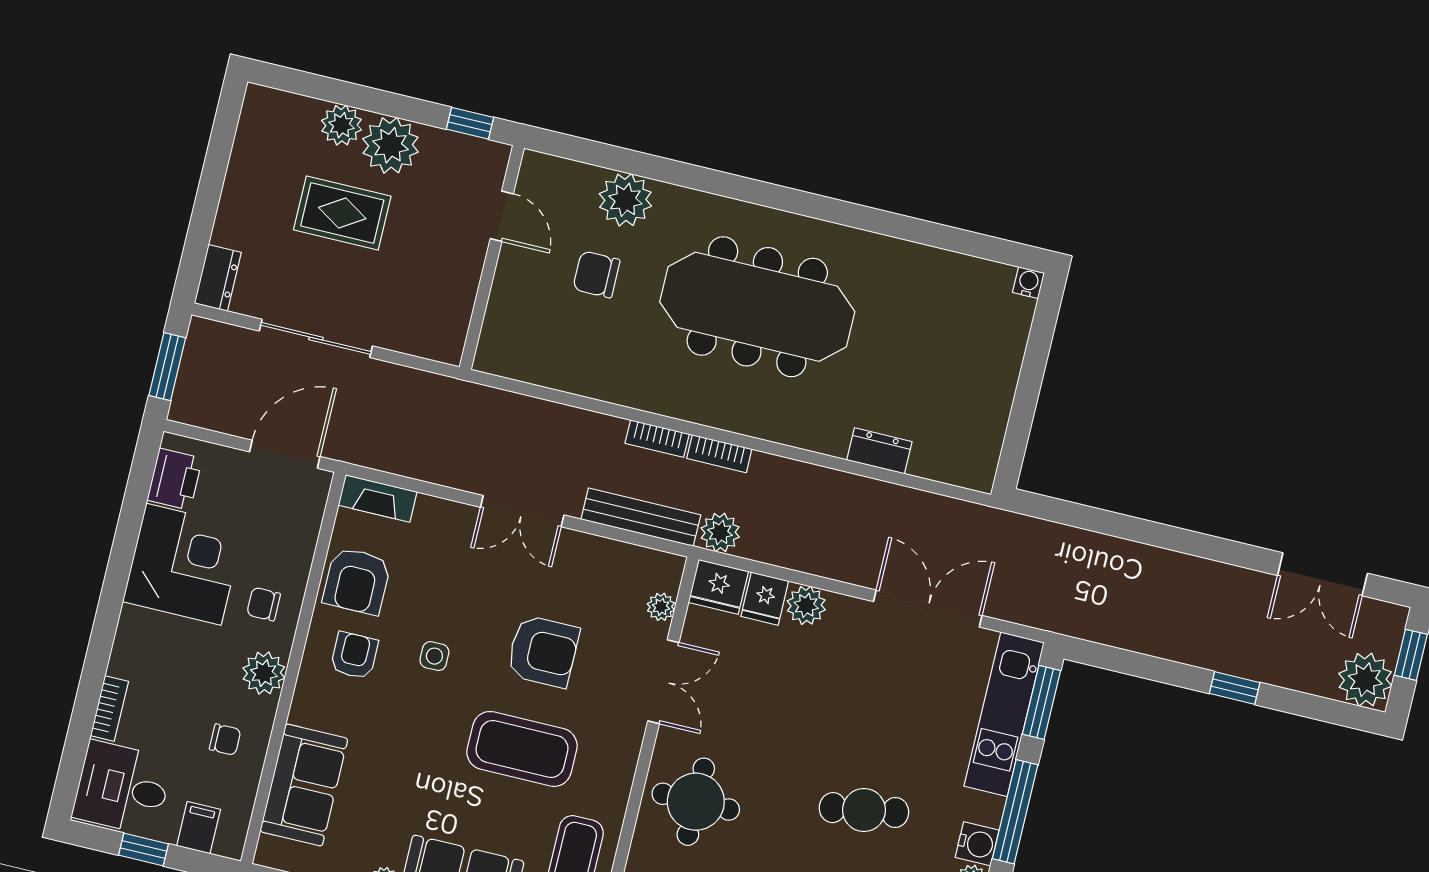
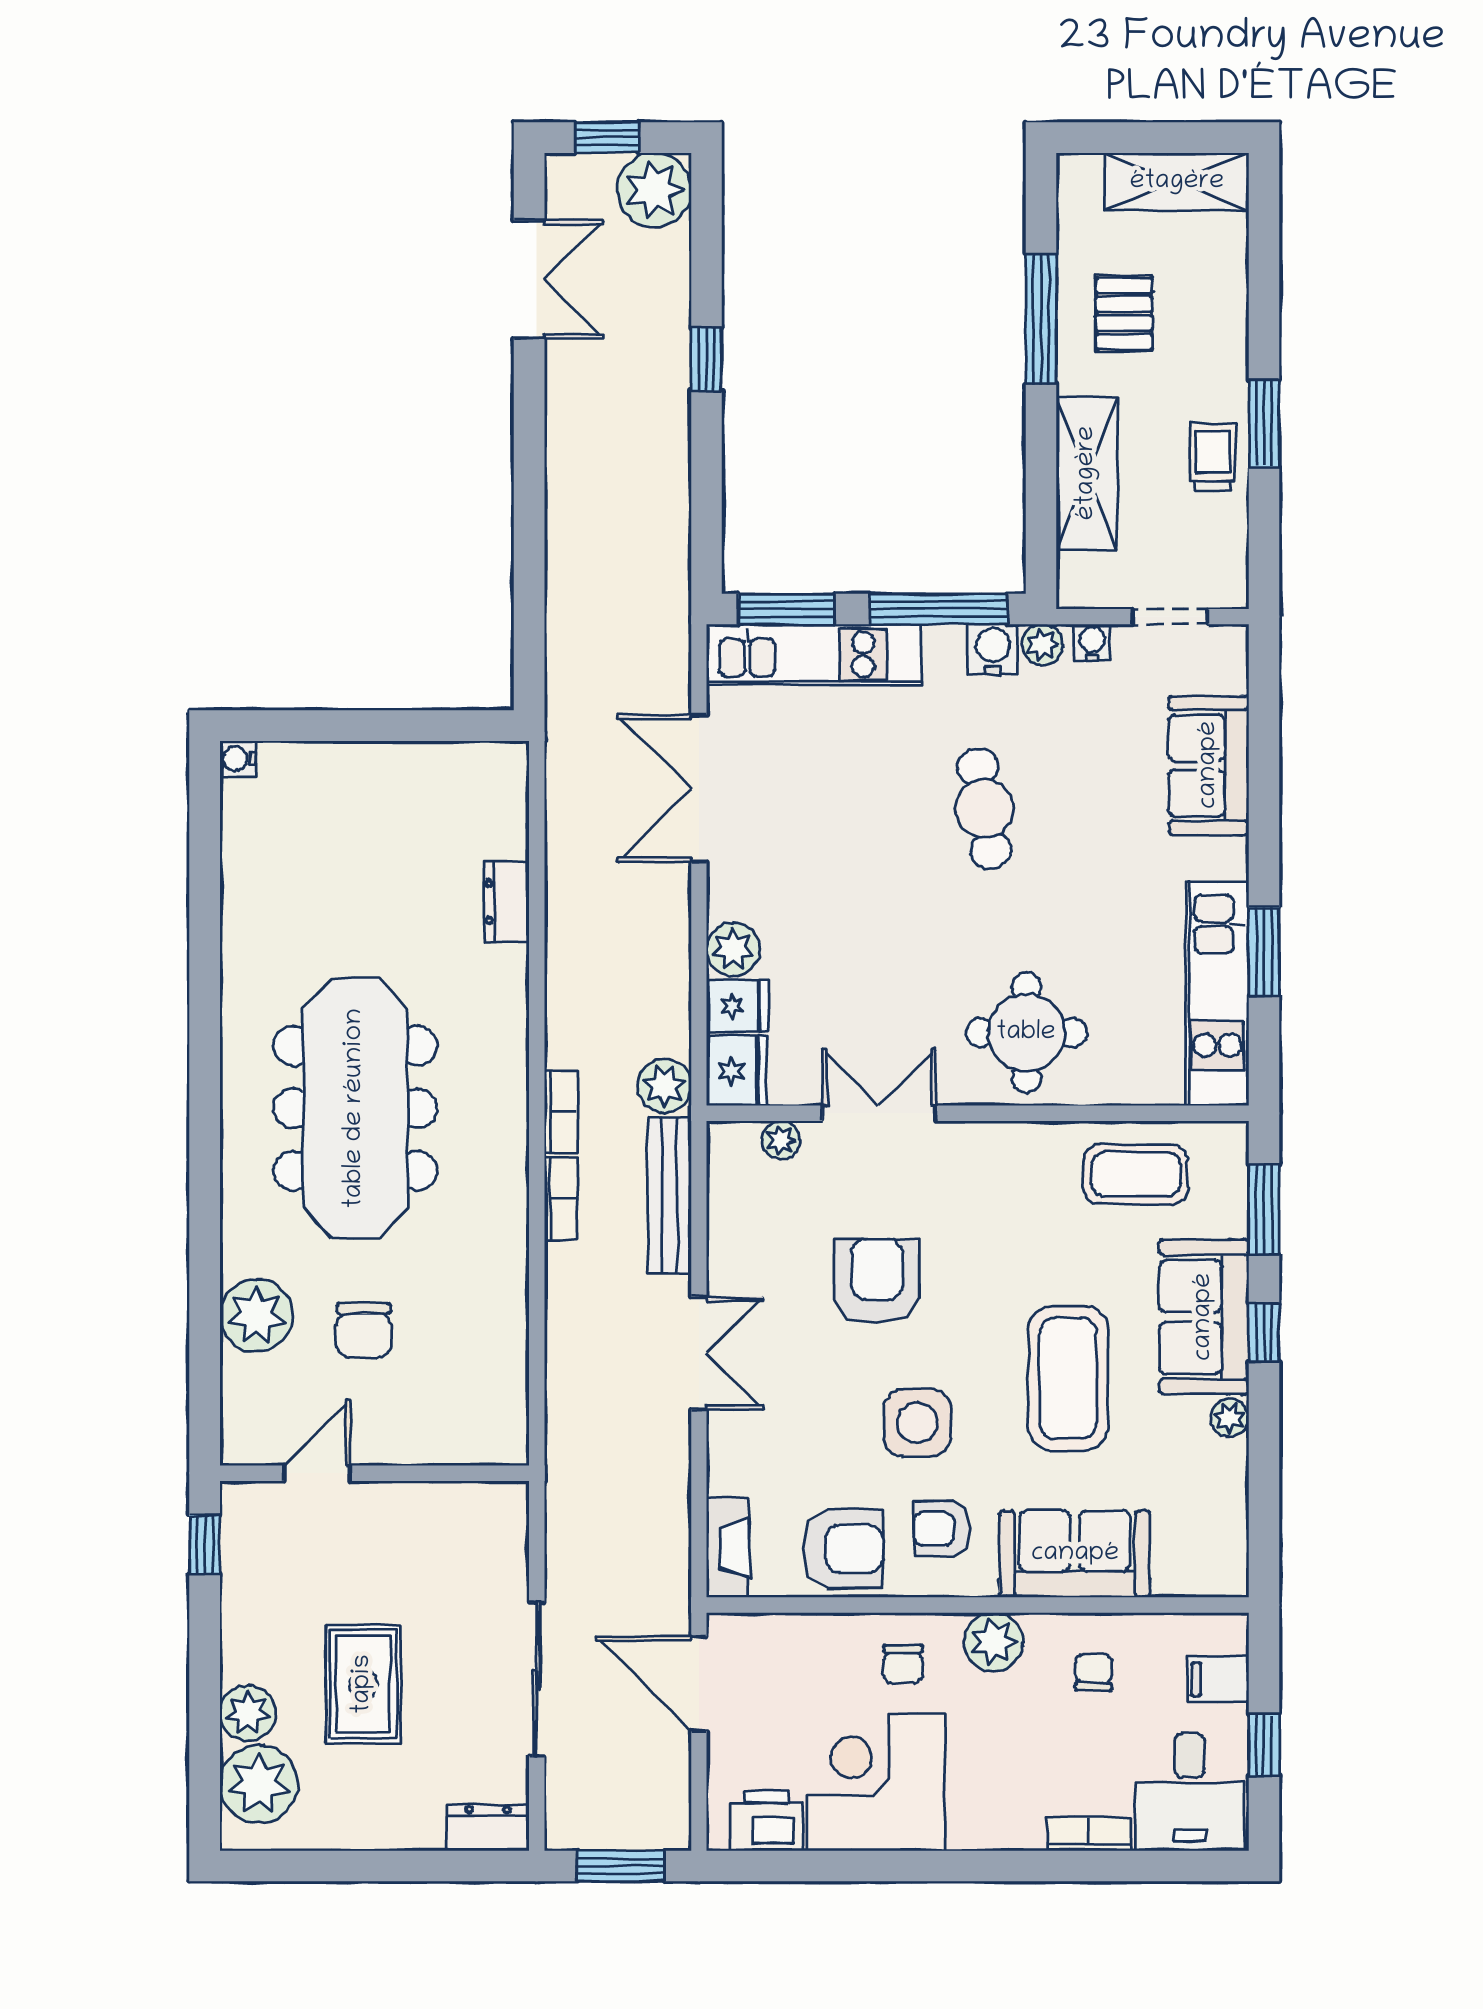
plant: (390, 145) -> (259, 1784), moved
side table: (434, 656) -> (917, 1423), width x1.87, depth x1.87
coffee table: (522, 749) -> (1068, 1378), moved
sofa: (304, 785) -> (1075, 1554), moved

